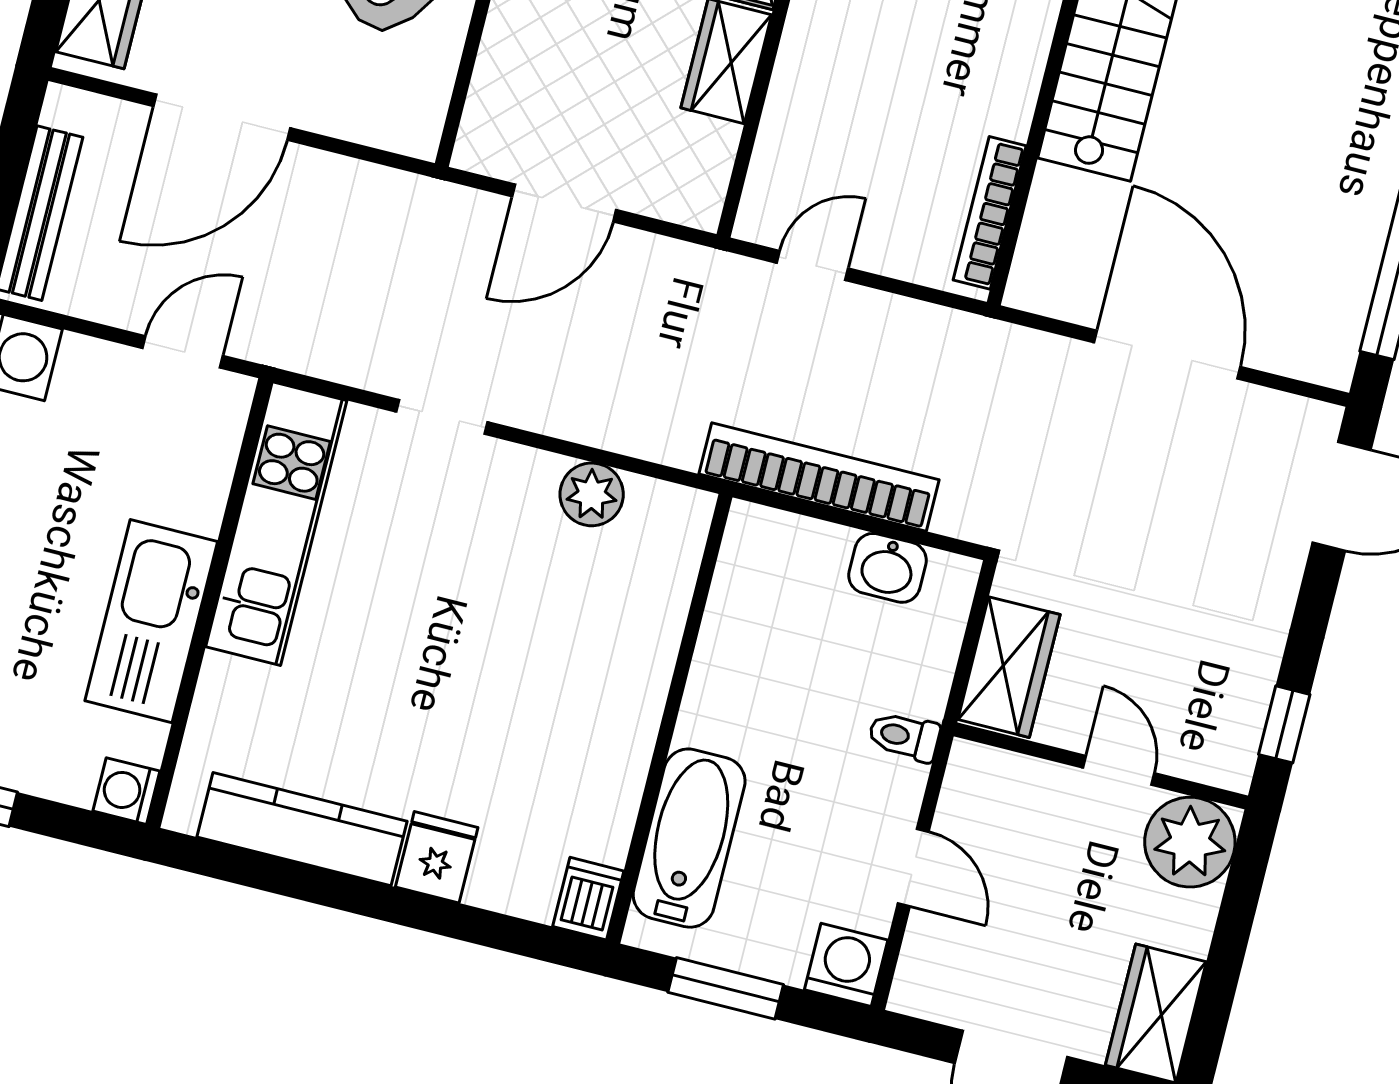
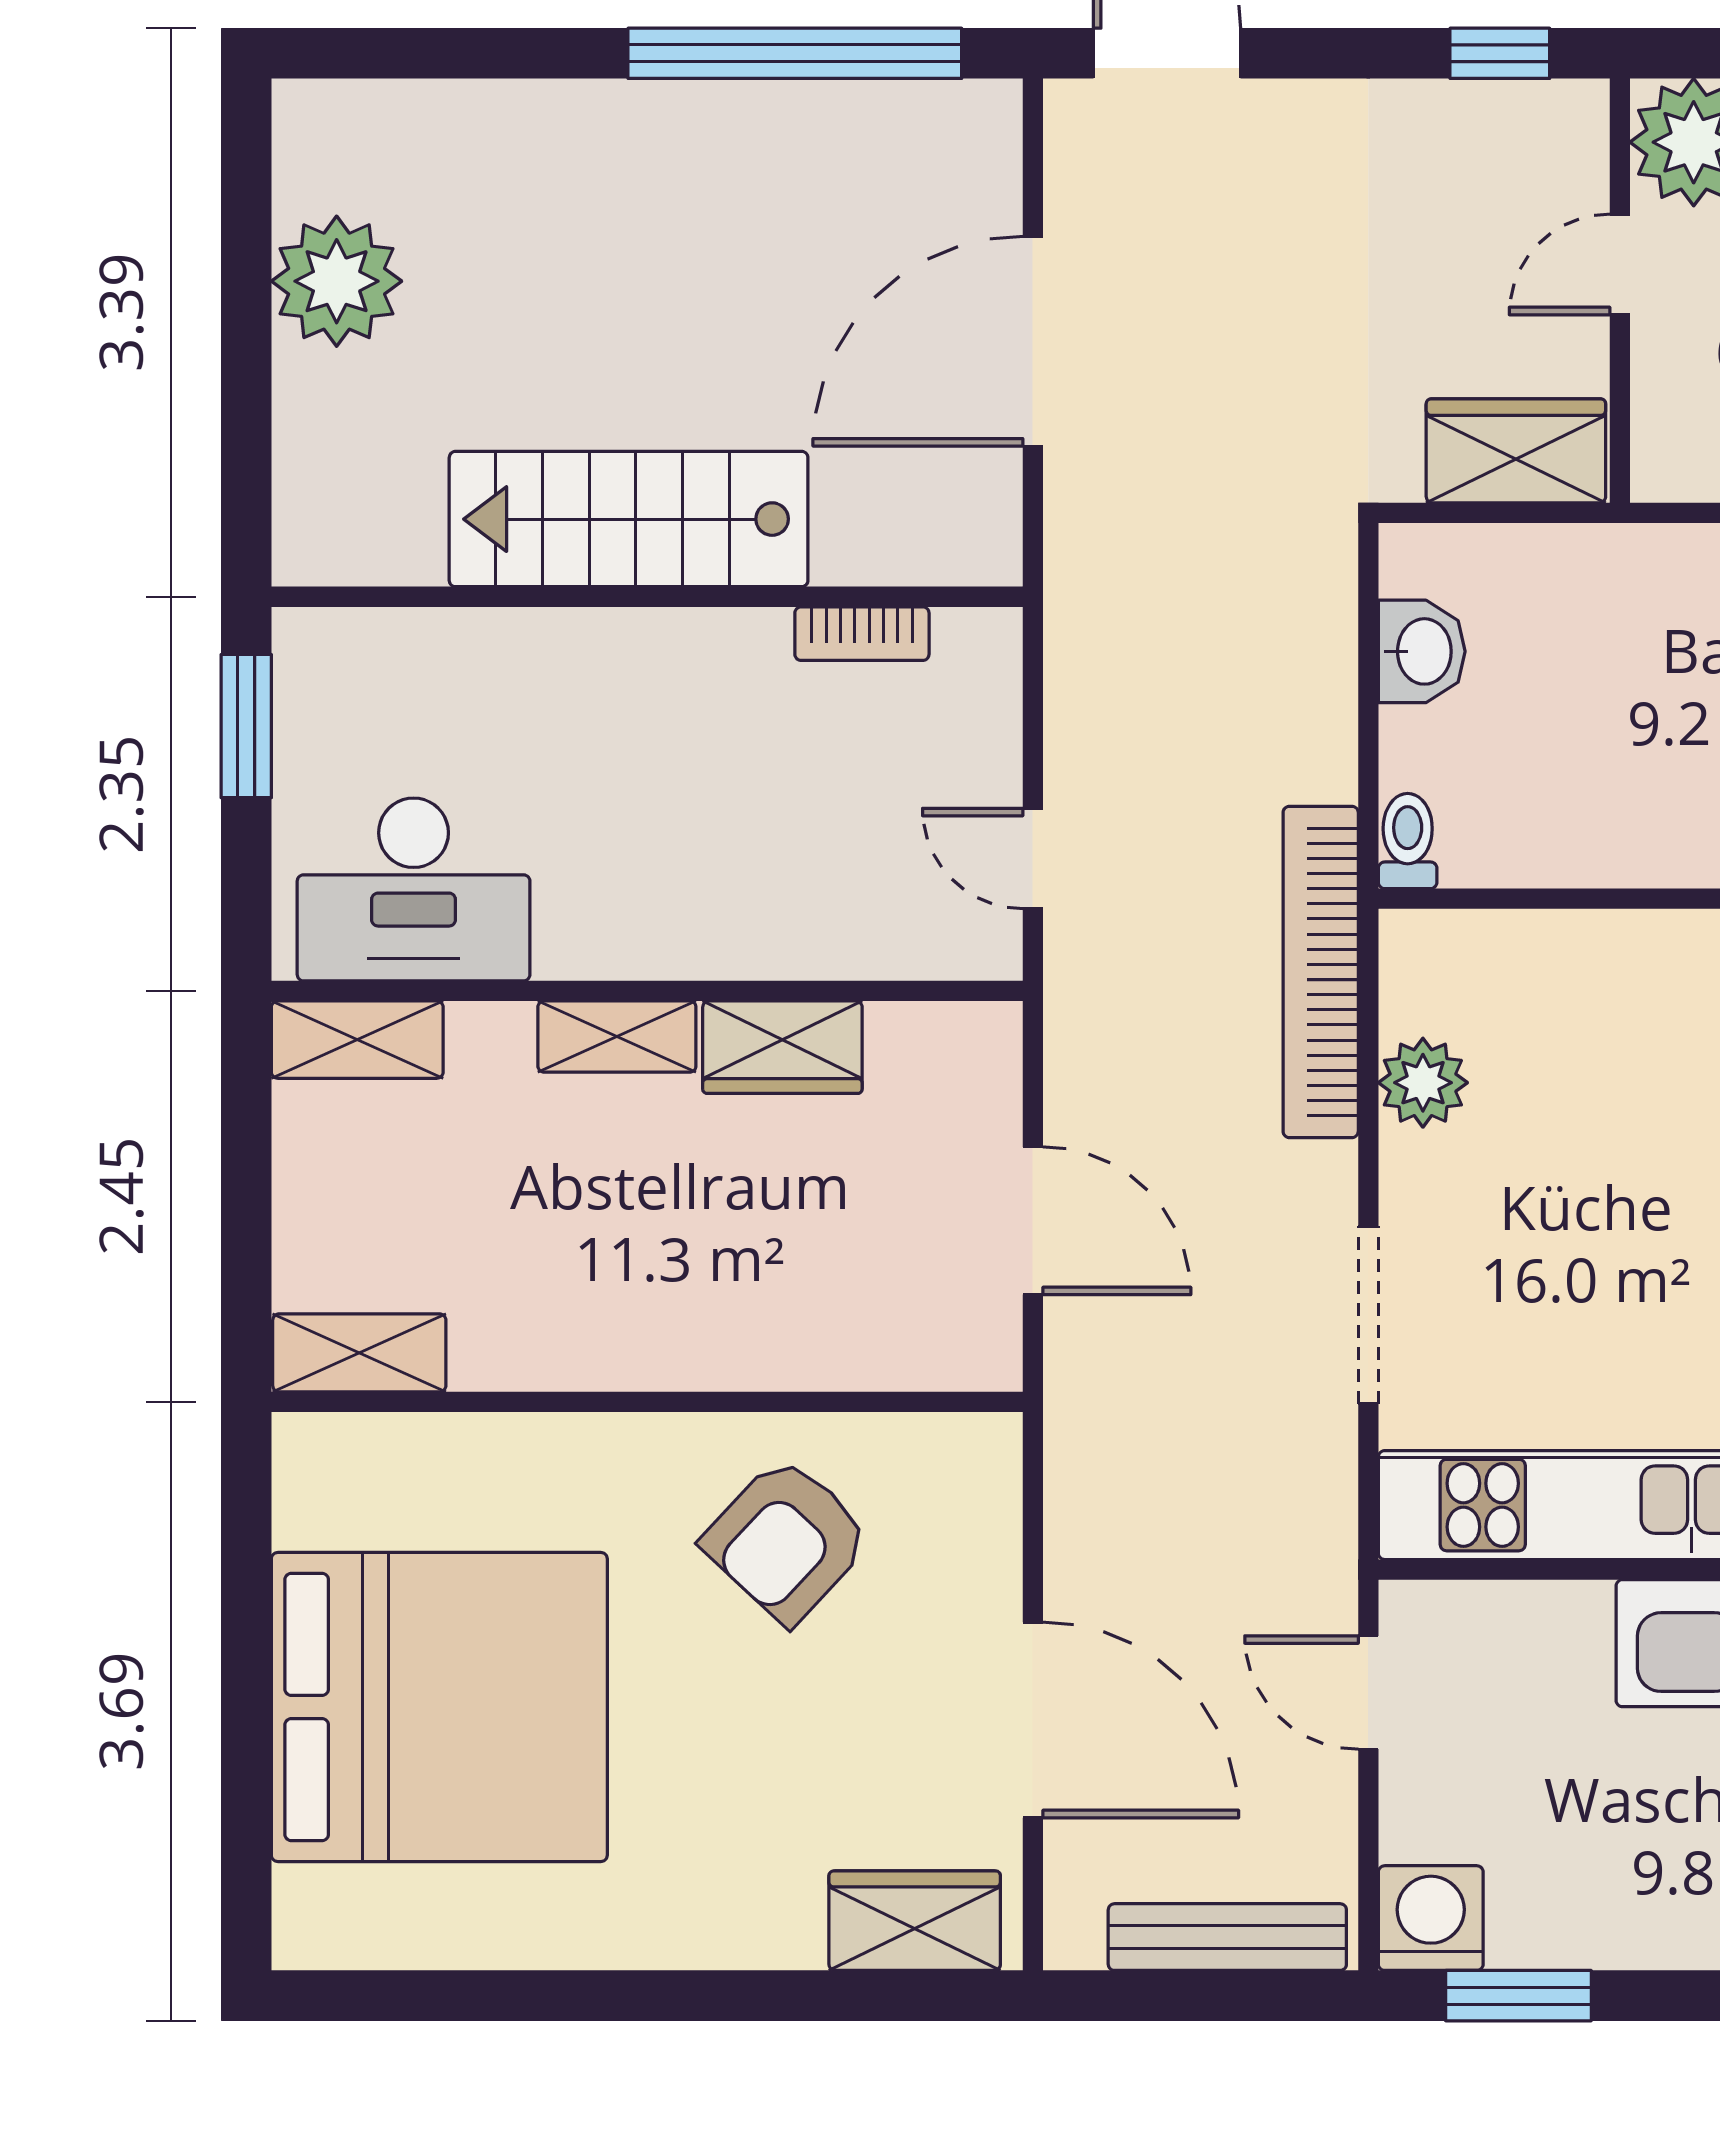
bookcase: (990, 213) -> (862, 634), width x0.64
doorway: (442, 417) -> (1368, 1315), width x1.38
bookcase: (819, 477) -> (1321, 972), moved
toilet: (904, 736) -> (1408, 841), moved, turned 180

